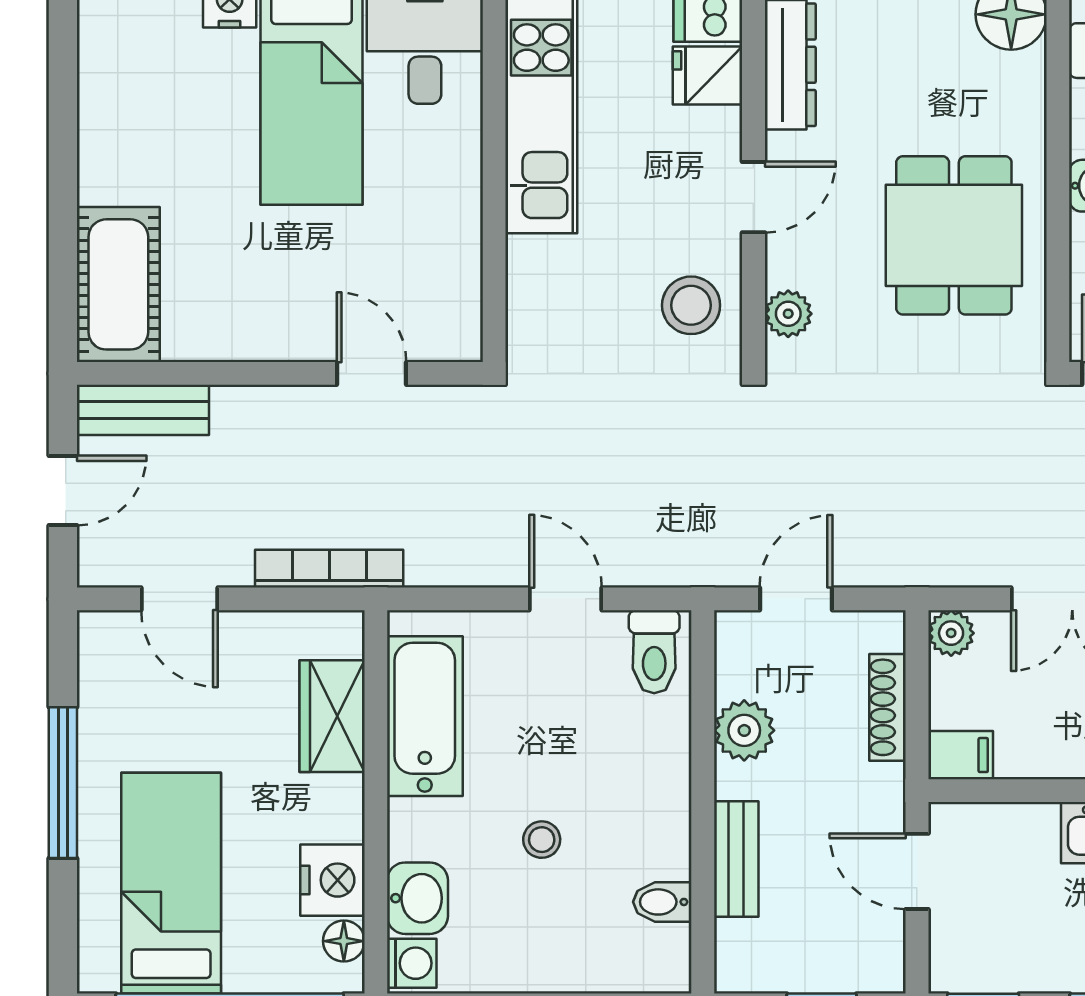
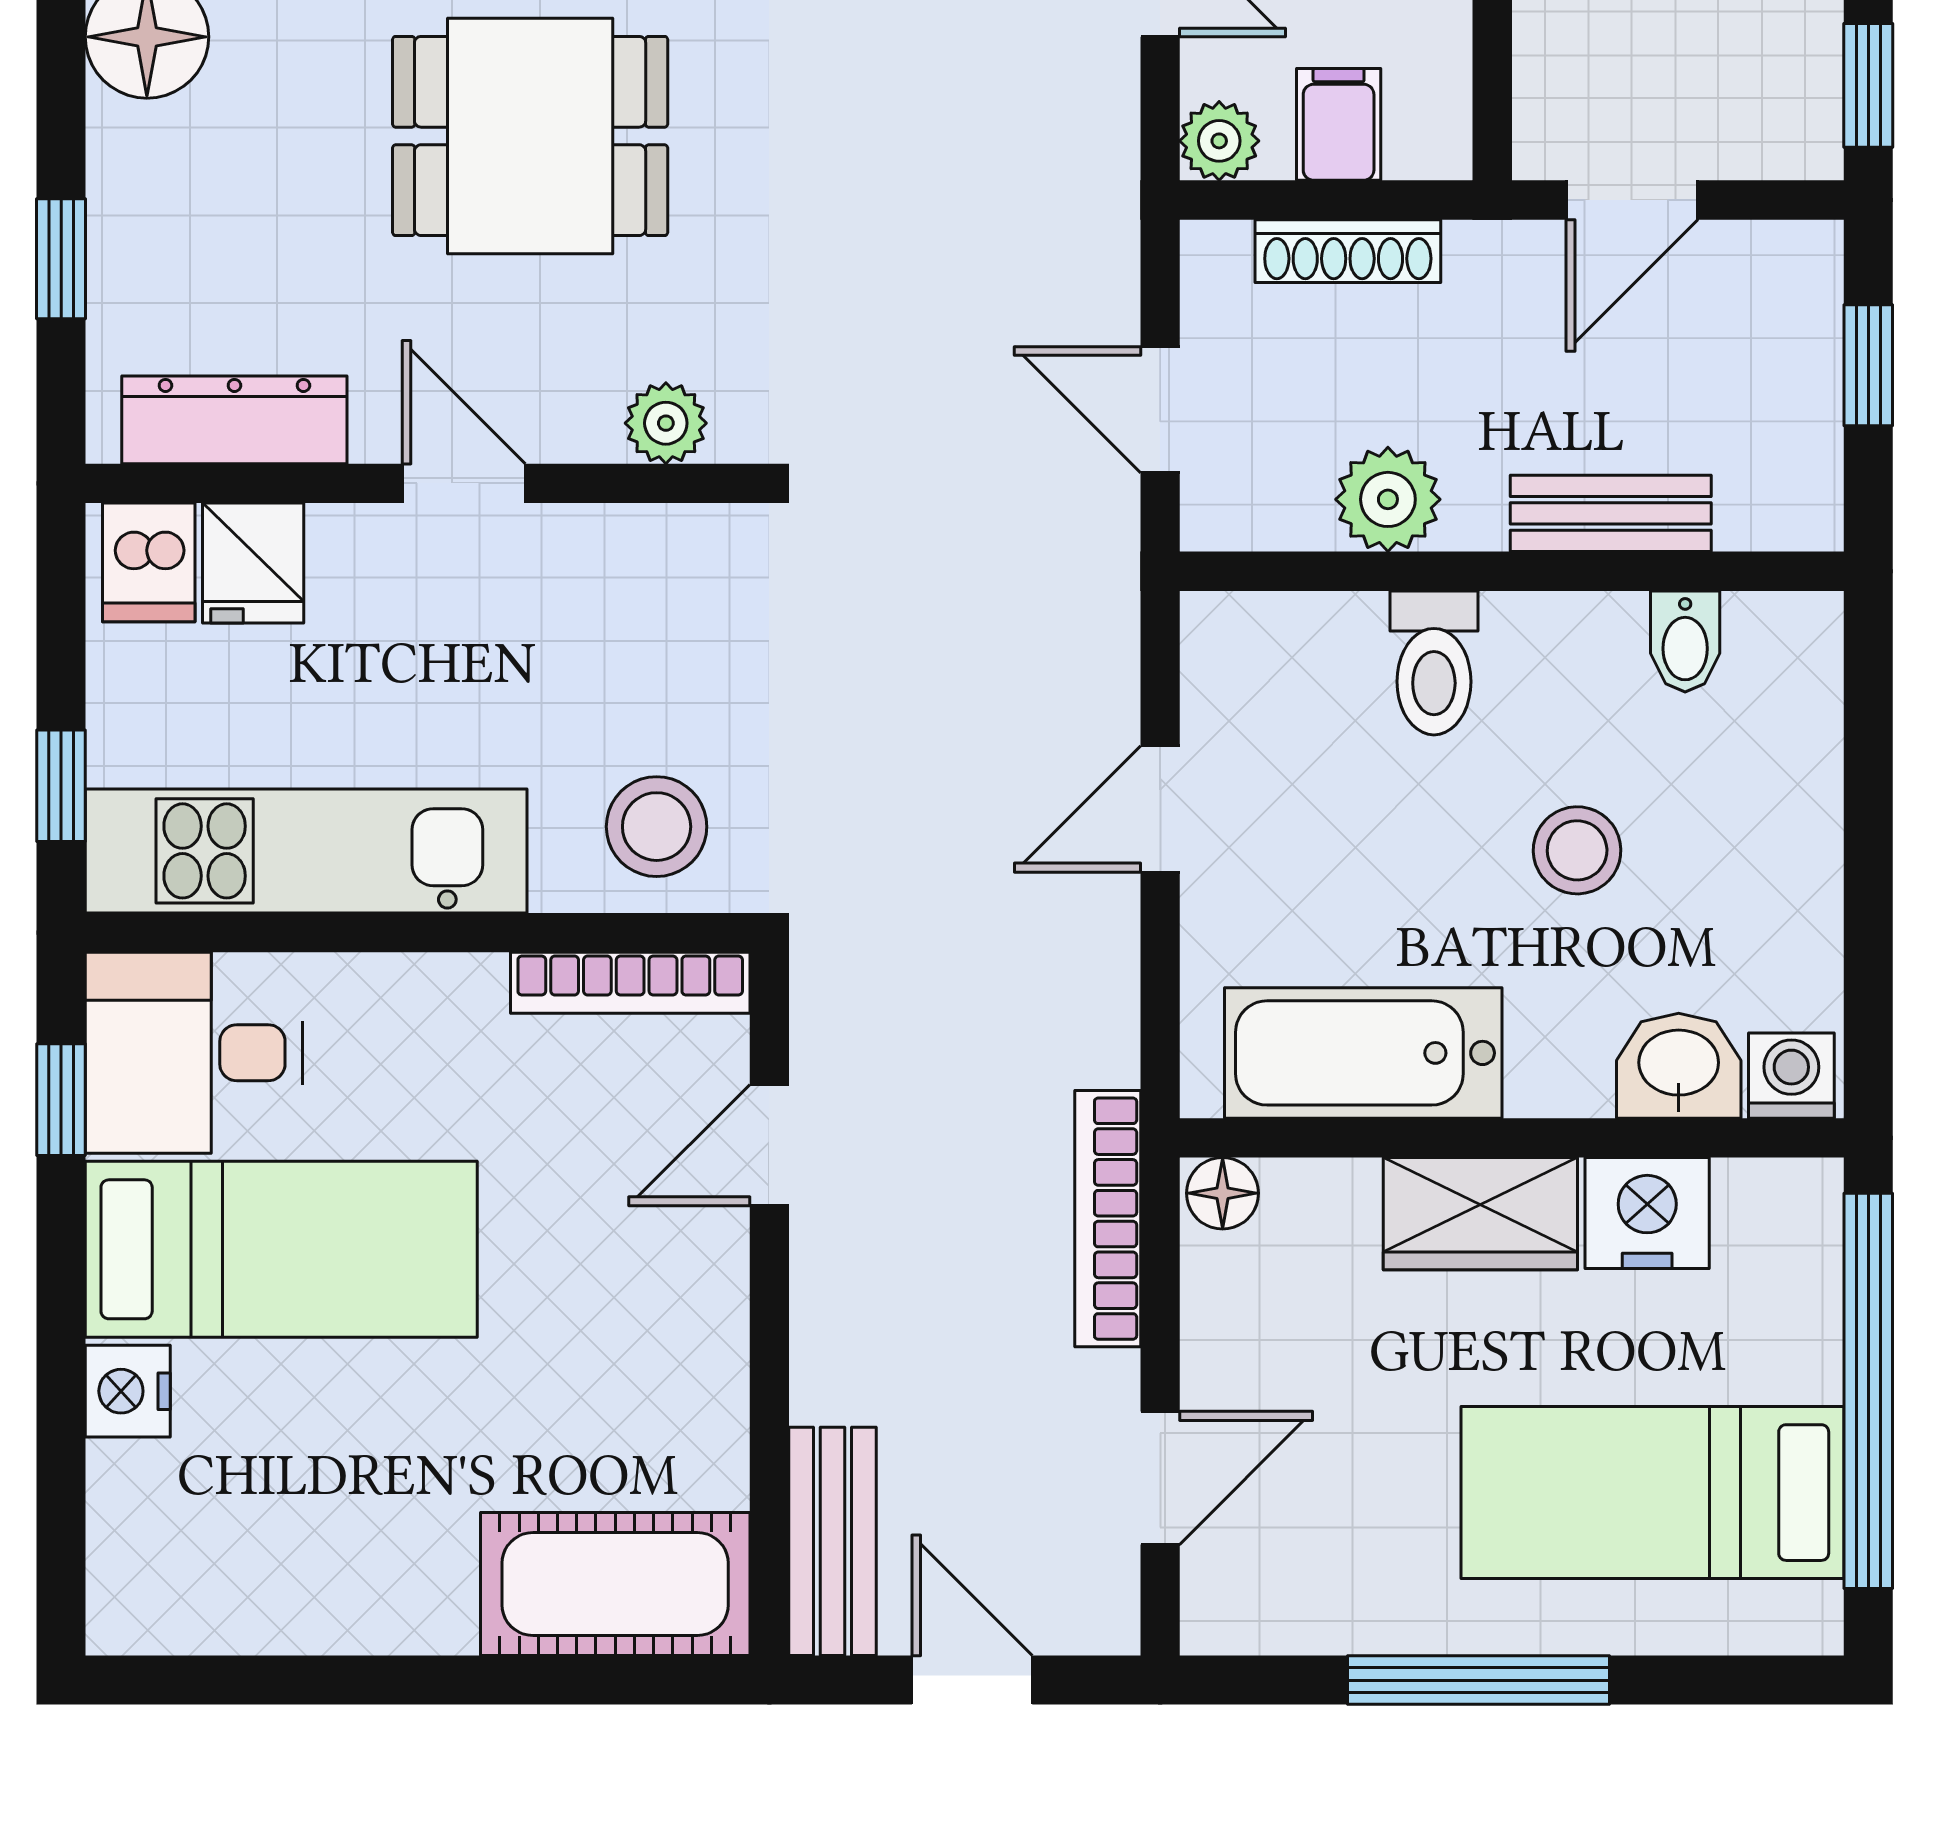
bookcase: (465, 293) -> (630, 983), added
stool: (691, 305) -> (657, 827), moved
toilet: (654, 652) -> (1434, 663), moved, turned 90
wardrobe: (332, 716) -> (1480, 1214), moved
filing cabinet: (961, 755) -> (1339, 124), moved
stool: (542, 840) -> (1577, 850), width x1.37, depth x1.37
floor lamp: (344, 941) -> (1223, 1193), moved

